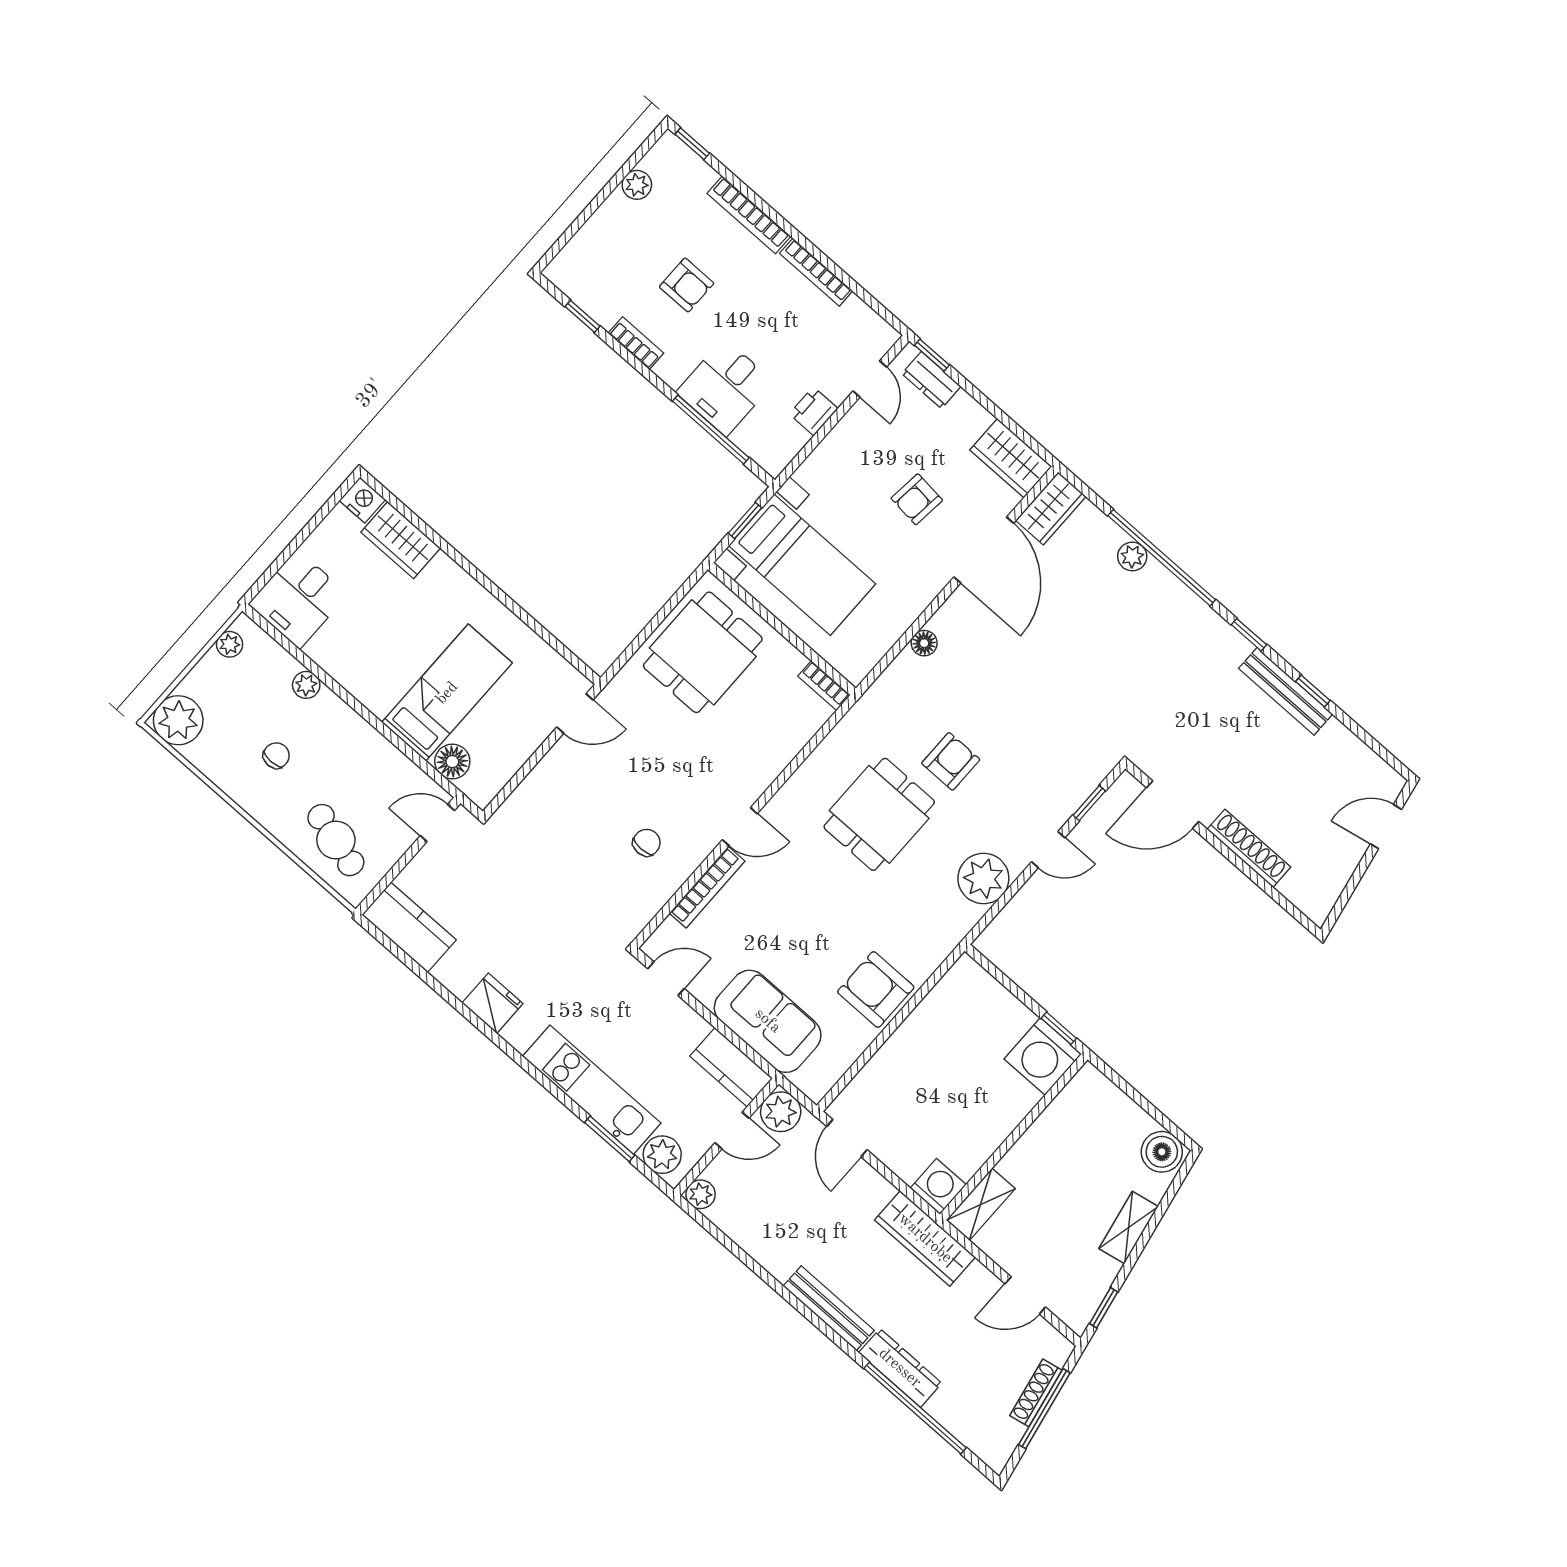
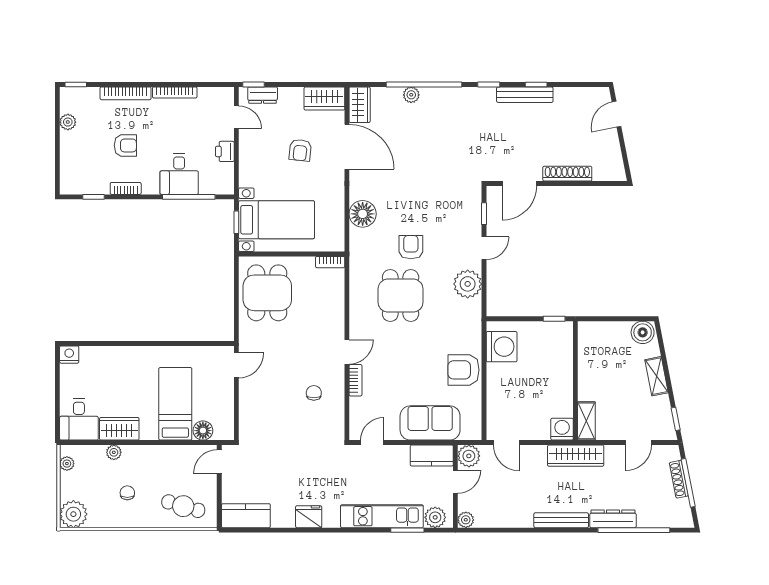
wardrobe: (401, 540) -> (119, 429), moved, turned 180
floor lamp: (924, 643) -> (363, 214), width x1.89, depth x1.89
bookcase: (707, 887) -> (356, 380), width x0.64
washing machine: (1043, 1056) -> (502, 347), moved, turned -90

